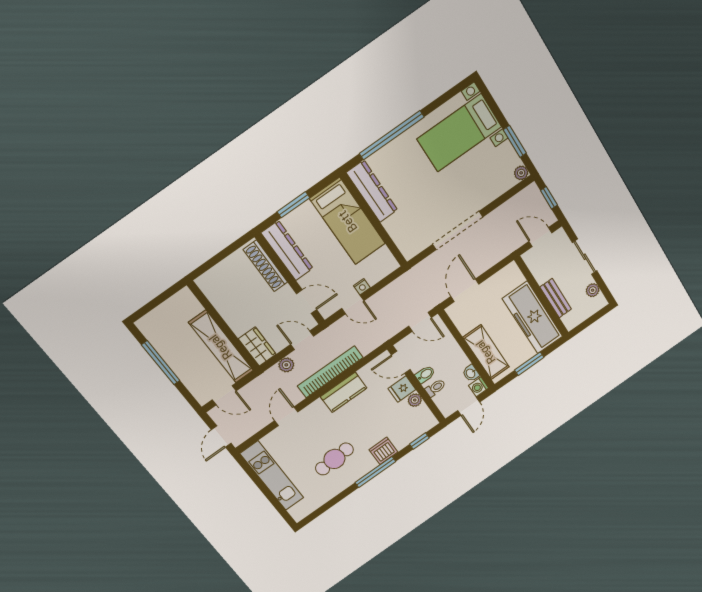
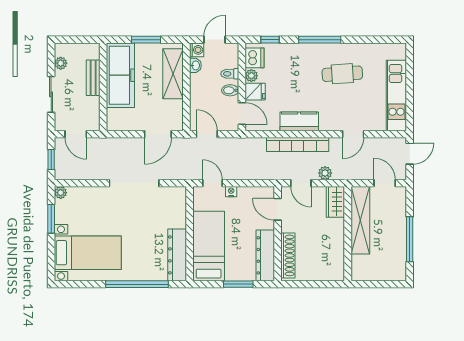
door: (353, 305) -> (213, 183), moved
dishwasher: (383, 451) -> (254, 58), moved, turned -90

